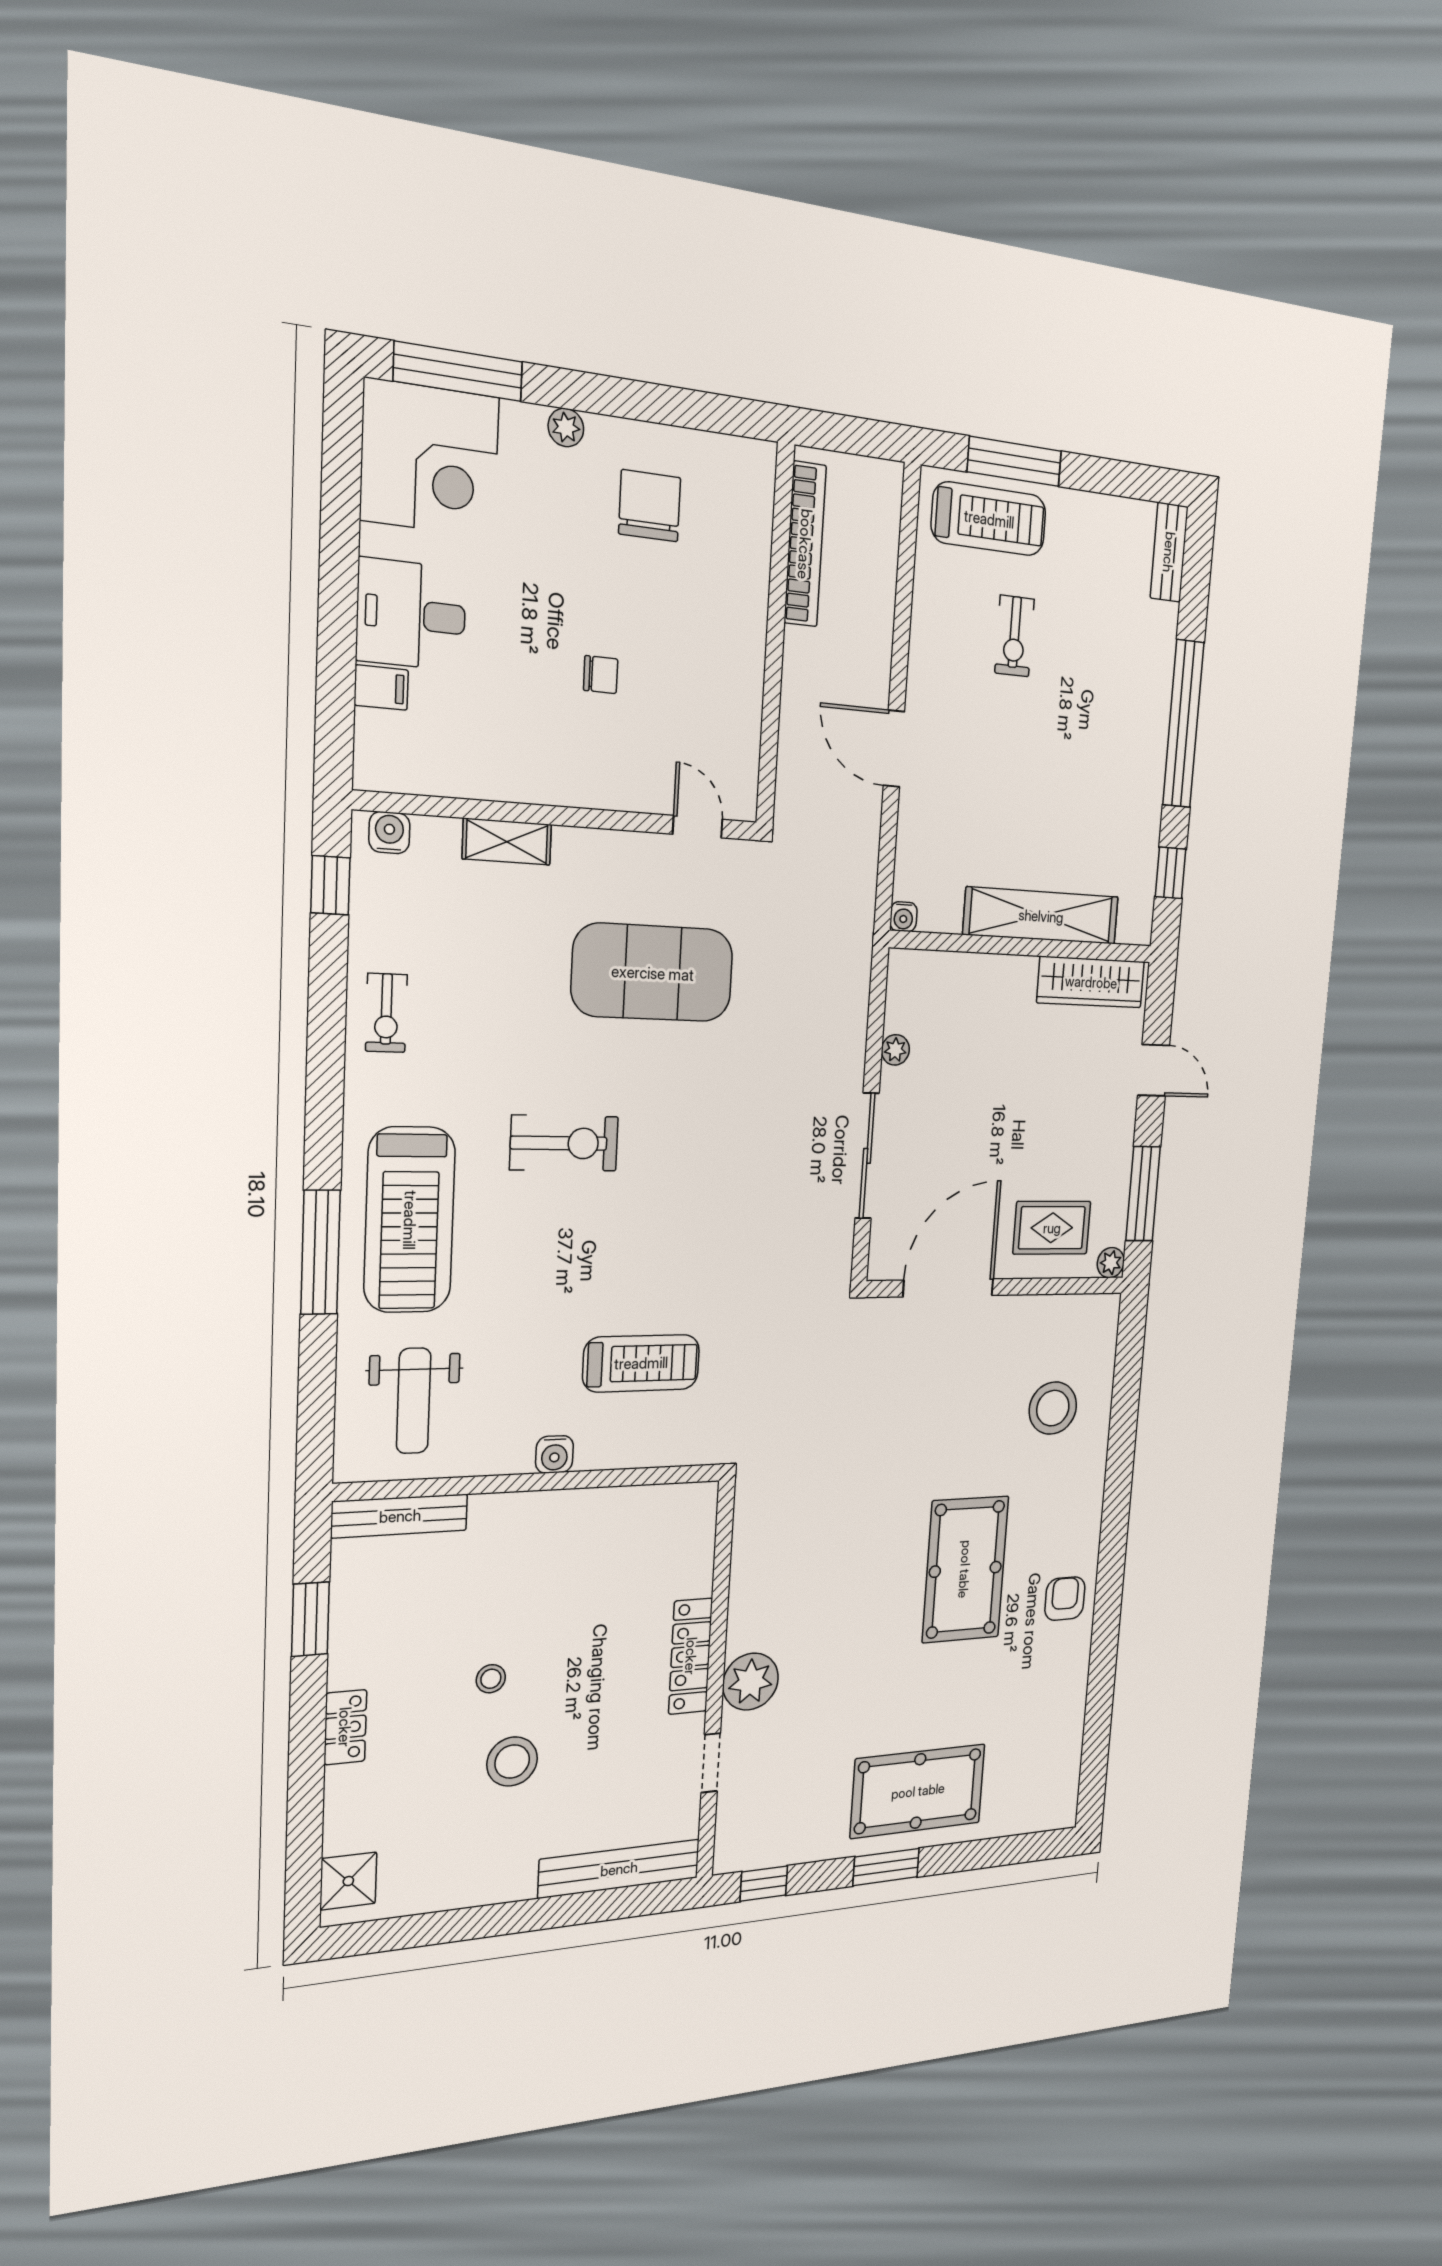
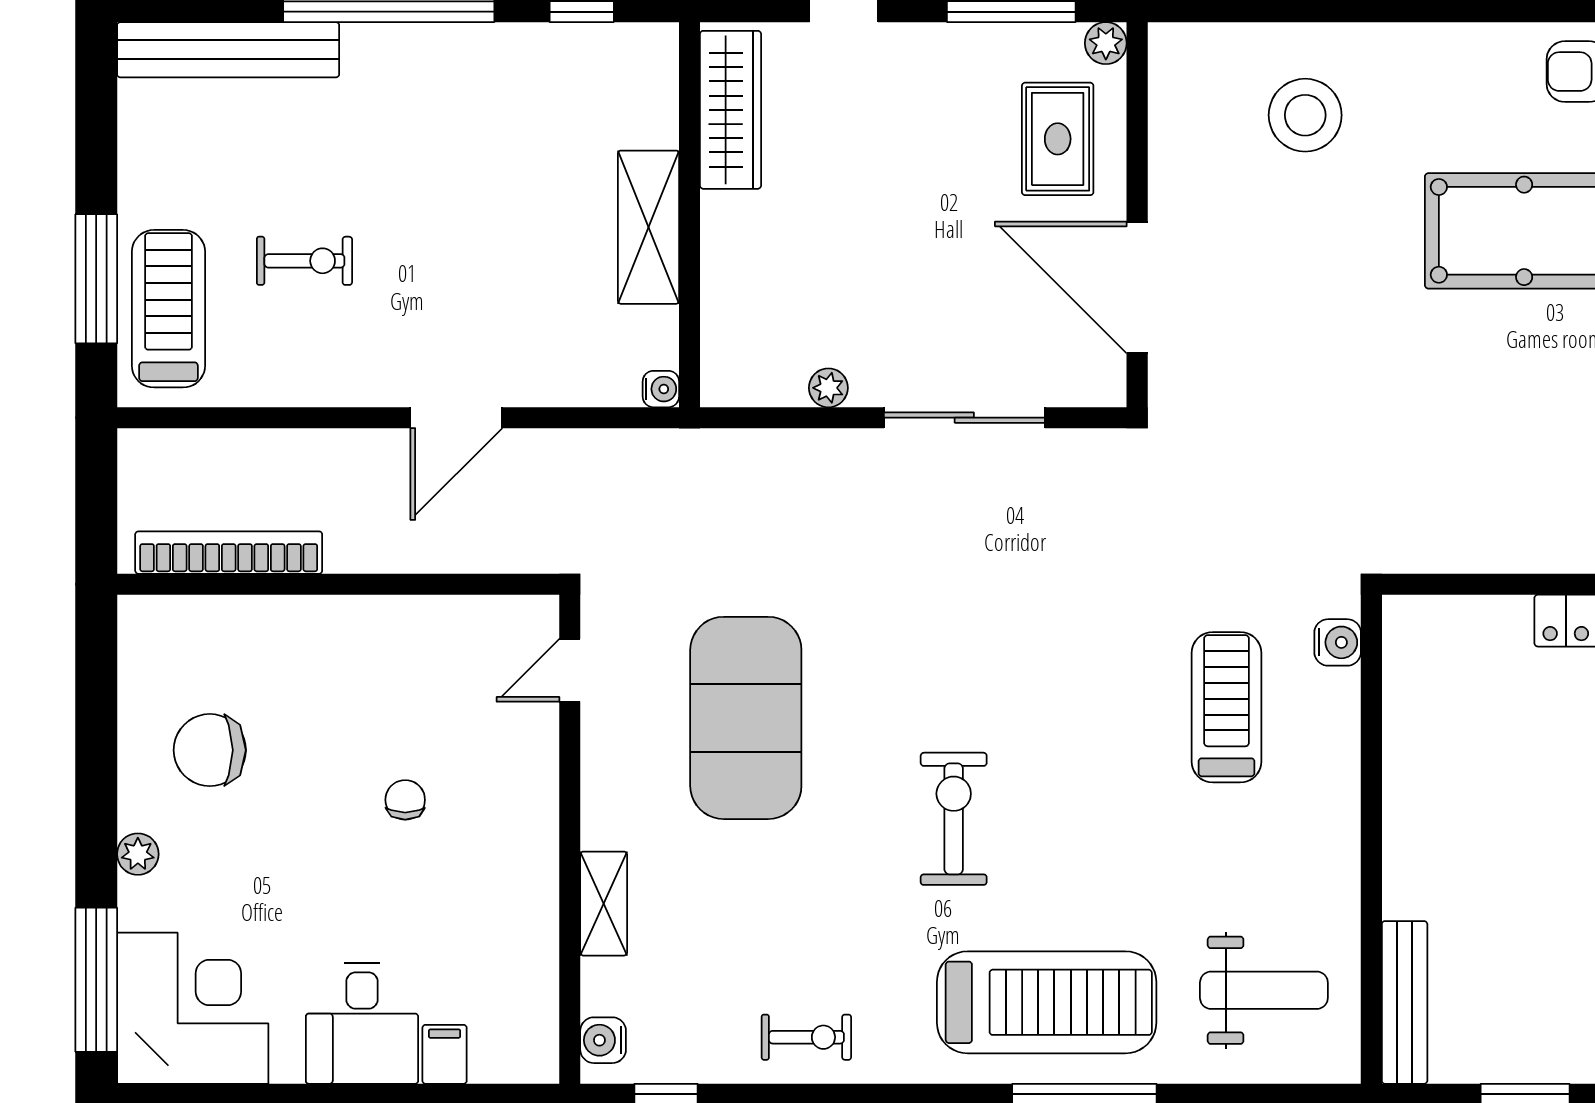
bench: (1169, 552) -> (228, 50), width x1.86, depth x1.21
shelving: (1041, 916) -> (648, 227), width x0.68
water cooler: (554, 1454) -> (1338, 642), moved

